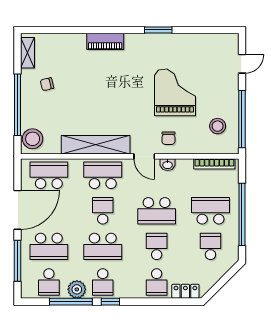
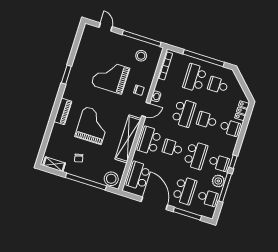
grand piano: (99, 89) -> (93, 125), added

